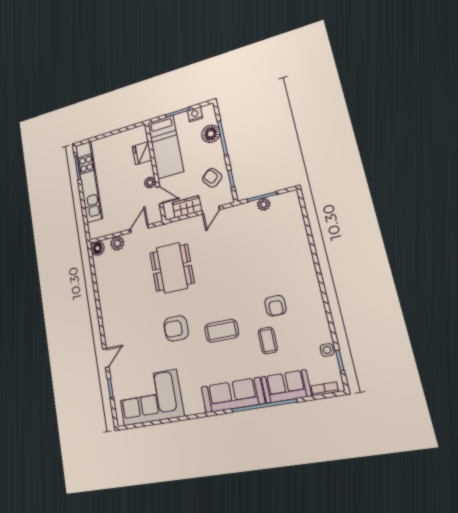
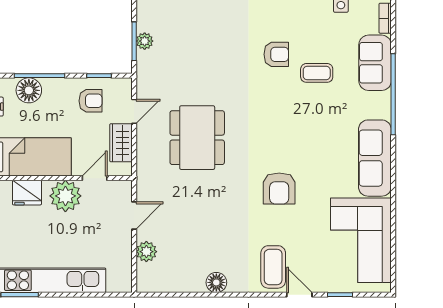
armchair: (212, 178) -> (91, 101), turned -141
plant: (150, 183) -> (65, 196), width x1.88, depth x1.88
door: (211, 210) -> (134, 111), hinge flipped
door: (139, 229) -> (134, 216), swing flipped
floor lamp: (98, 248) -> (216, 282), moved
dining table: (172, 268) -> (197, 138), moved, turned 90
coffee table: (222, 331) -> (273, 267), moved
sofa: (233, 395) -> (375, 158), moved

